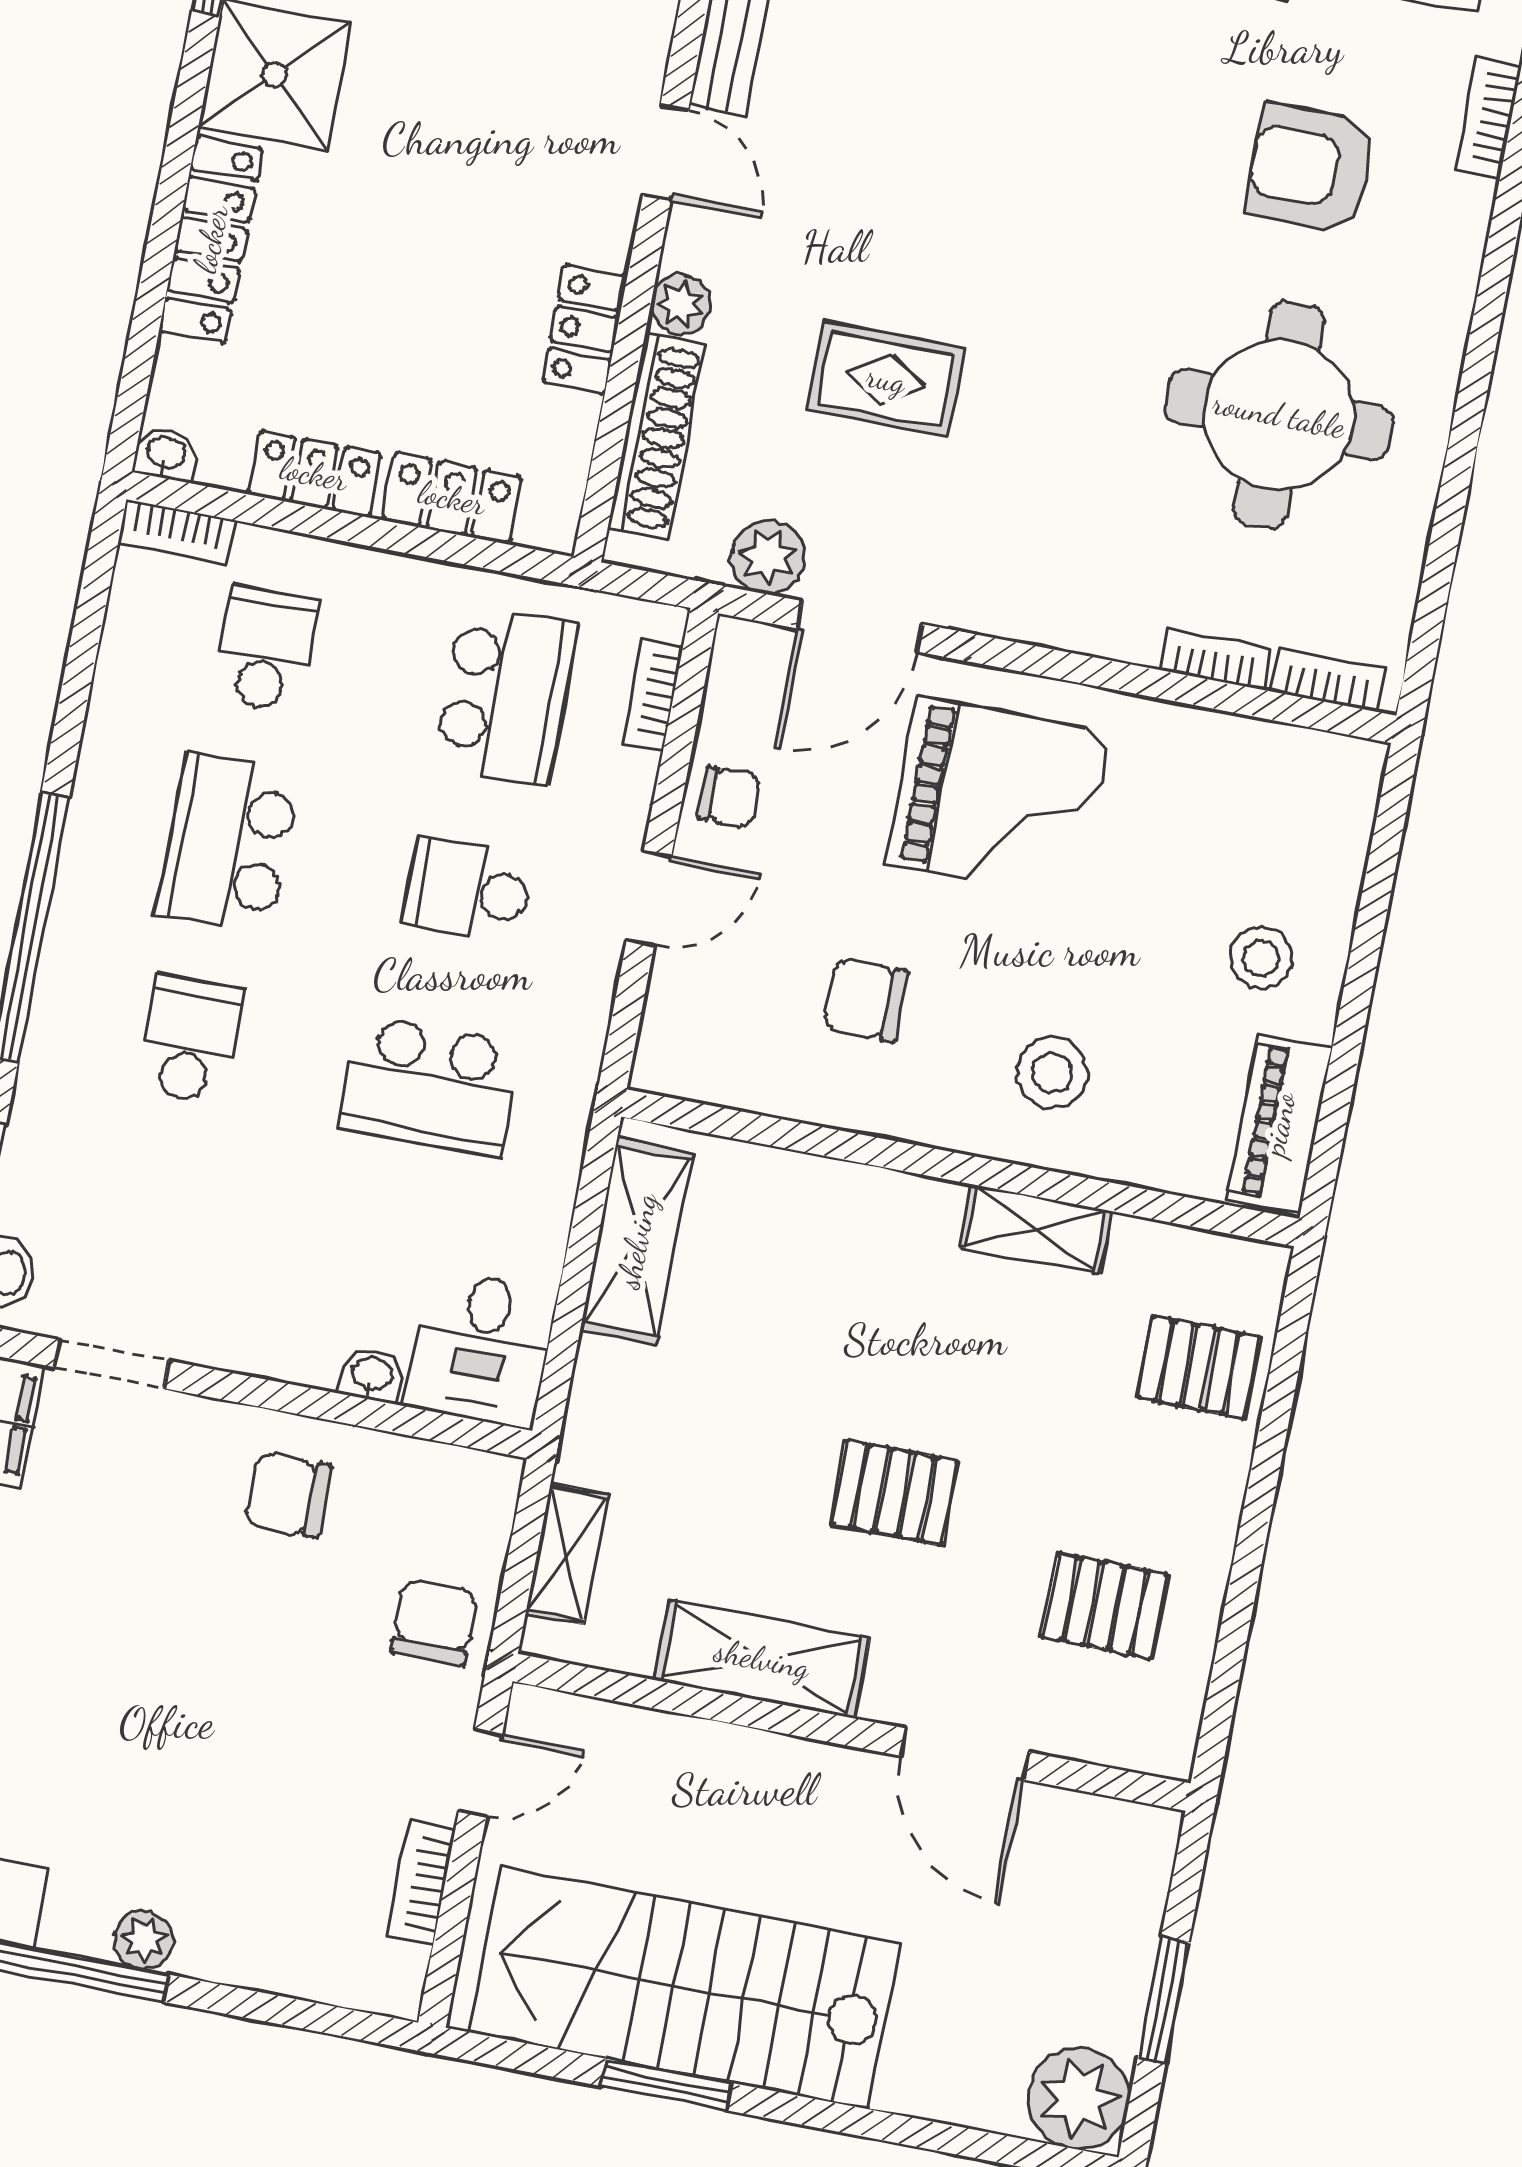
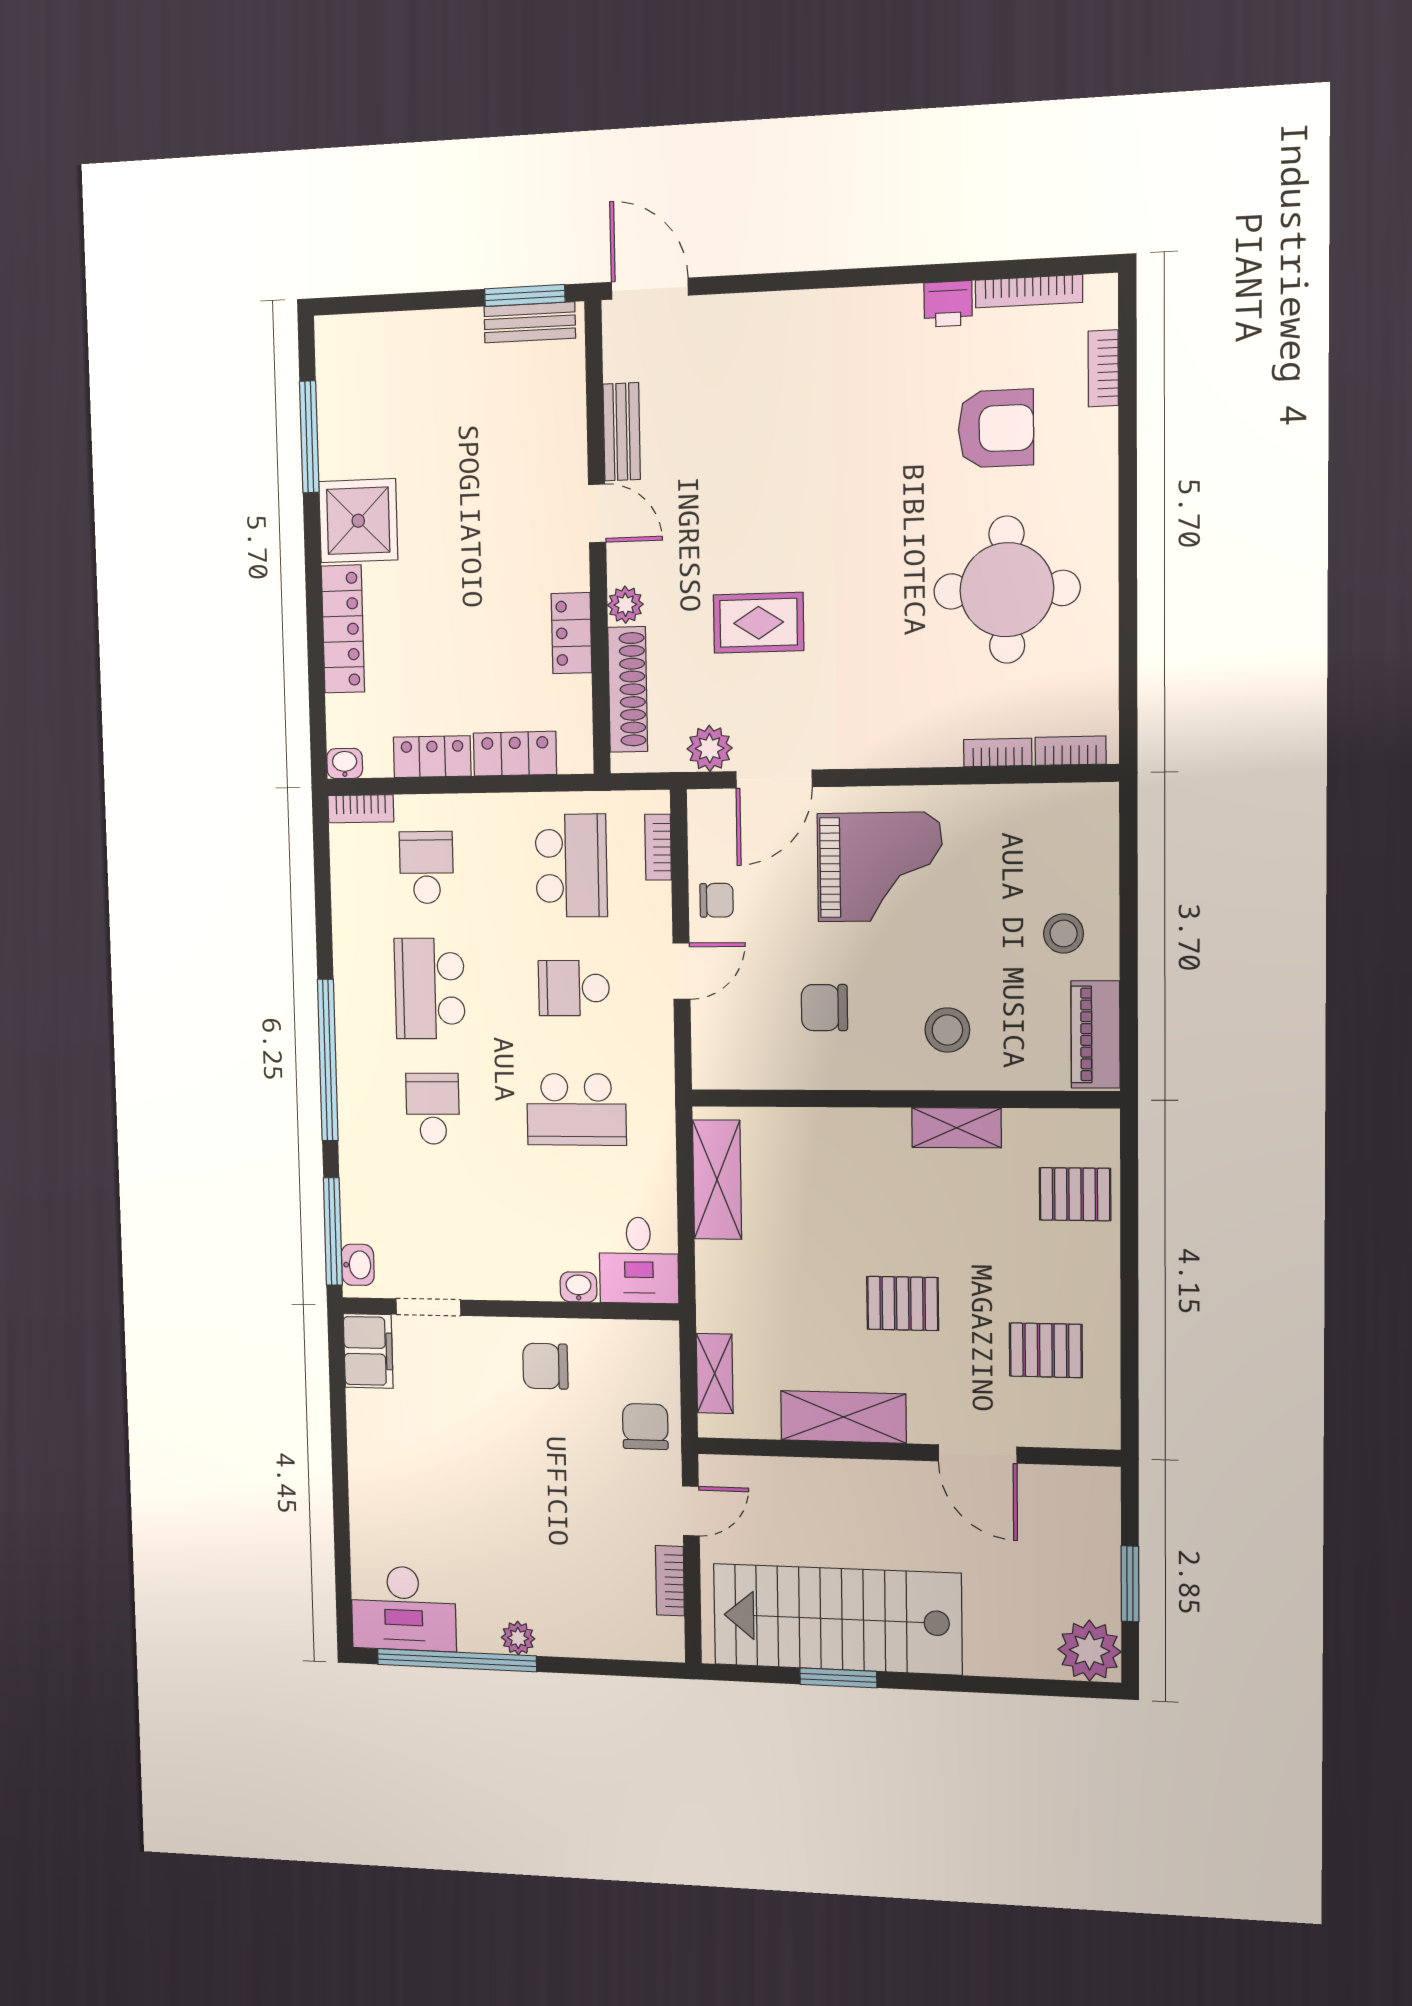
armchair: (1311, 168) -> (996, 428), turned 180

